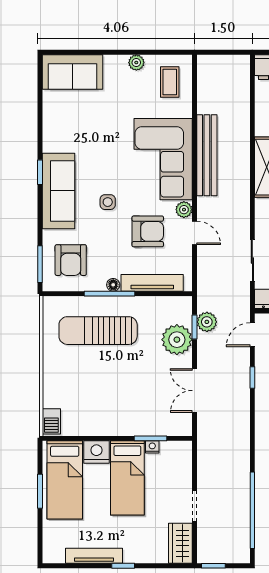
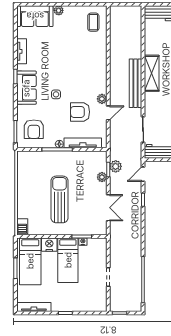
plant: (136, 63) -> (59, 10), moved
tv unit: (50, 130) -> (22, 51), added
bench: (207, 155) -> (136, 83), moved
corner sofa: (163, 159) -> (89, 69), removed
sofa: (58, 191) -> (26, 88), width x0.73
armchair: (148, 231) -> (80, 112), turned 180
door: (194, 233) -> (108, 113), hinge flipped
sun lounger: (98, 331) -> (60, 199), moved, turned 90
plant: (177, 340) -> (102, 177), width x0.53, depth x0.53
double door: (194, 391) -> (108, 208), swing flipped
wardrobe: (180, 543) -> (100, 299), removed
tv unit: (94, 556) -> (34, 307), moved

